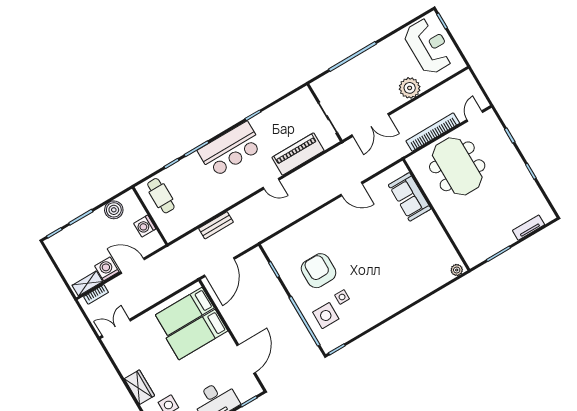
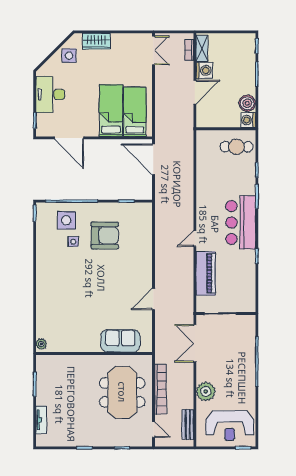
meeting table: (457, 166) -> (122, 392), turned 90
bench: (216, 225) -> (188, 424), moved
washing machine: (145, 226) -> (248, 120), moved, turned -90

